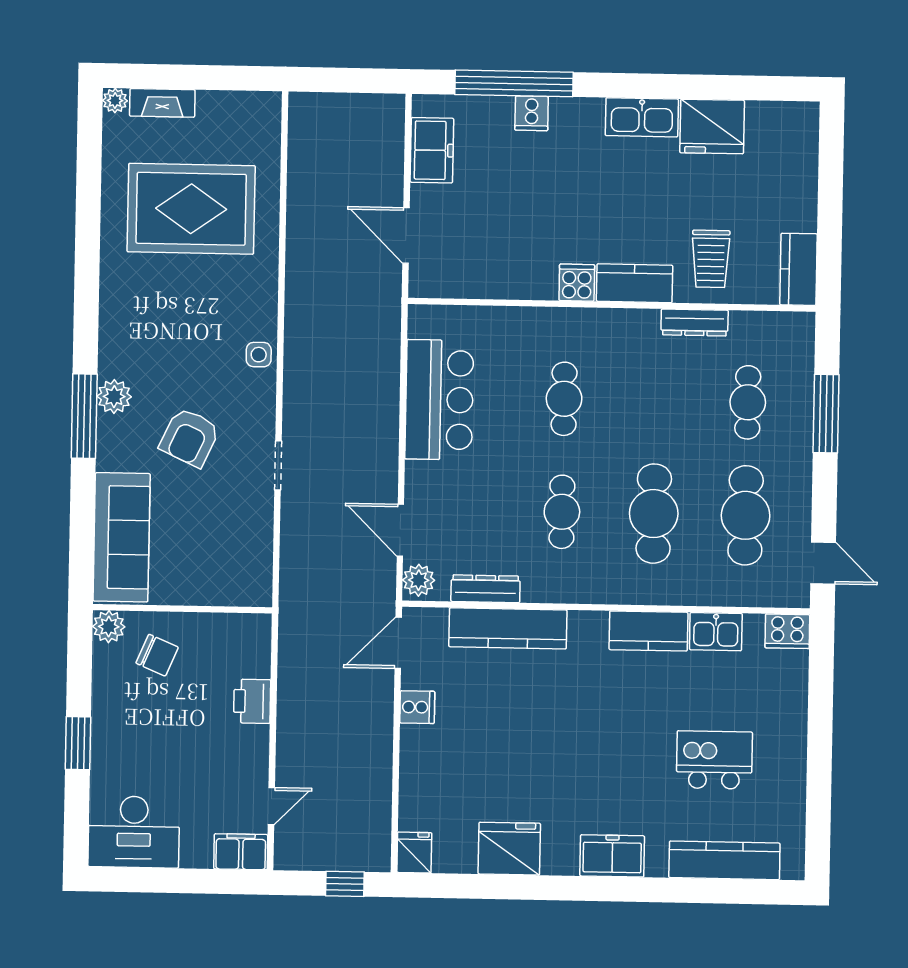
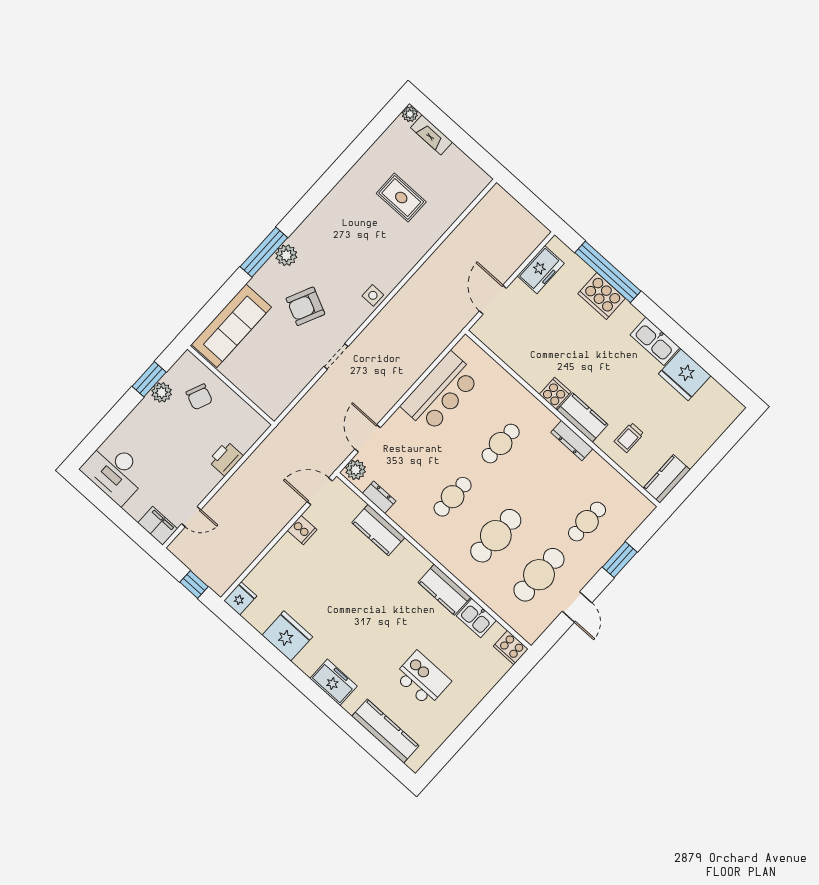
cooker: (532, 113) -> (602, 296), width x1.87, depth x1.31
rug: (191, 209) -> (401, 198), width x0.54, depth x0.49
trolley: (711, 259) -> (629, 438), width x0.73, depth x0.72
dresser: (695, 322) -> (572, 441), moved
window: (826, 414) -> (620, 560), width x0.69
door: (823, 563) -> (577, 607), moved
dresser: (485, 589) -> (379, 497), width x0.70
plant: (109, 627) -> (162, 392), moved
kitchen counter: (508, 628) -> (378, 530), width x0.67
window: (78, 743) -> (149, 379), moved

